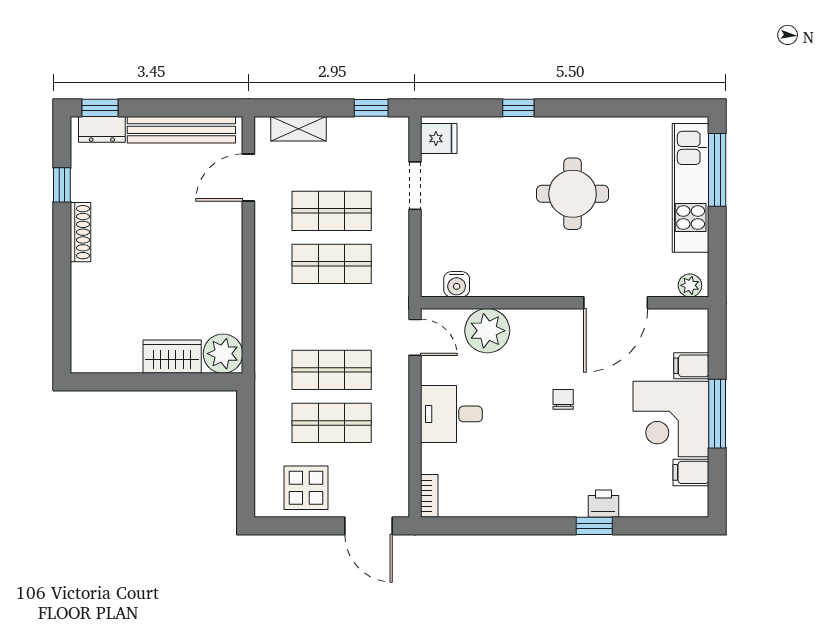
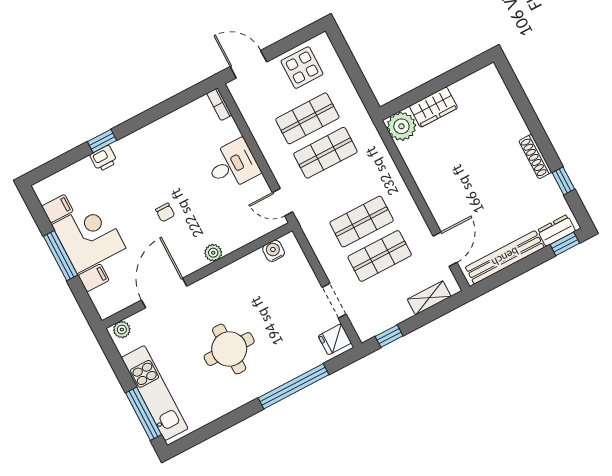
window: (518, 108) -> (294, 386), width x3.17
plant: (487, 331) -> (213, 253), moved, width x0.53, depth x0.53

